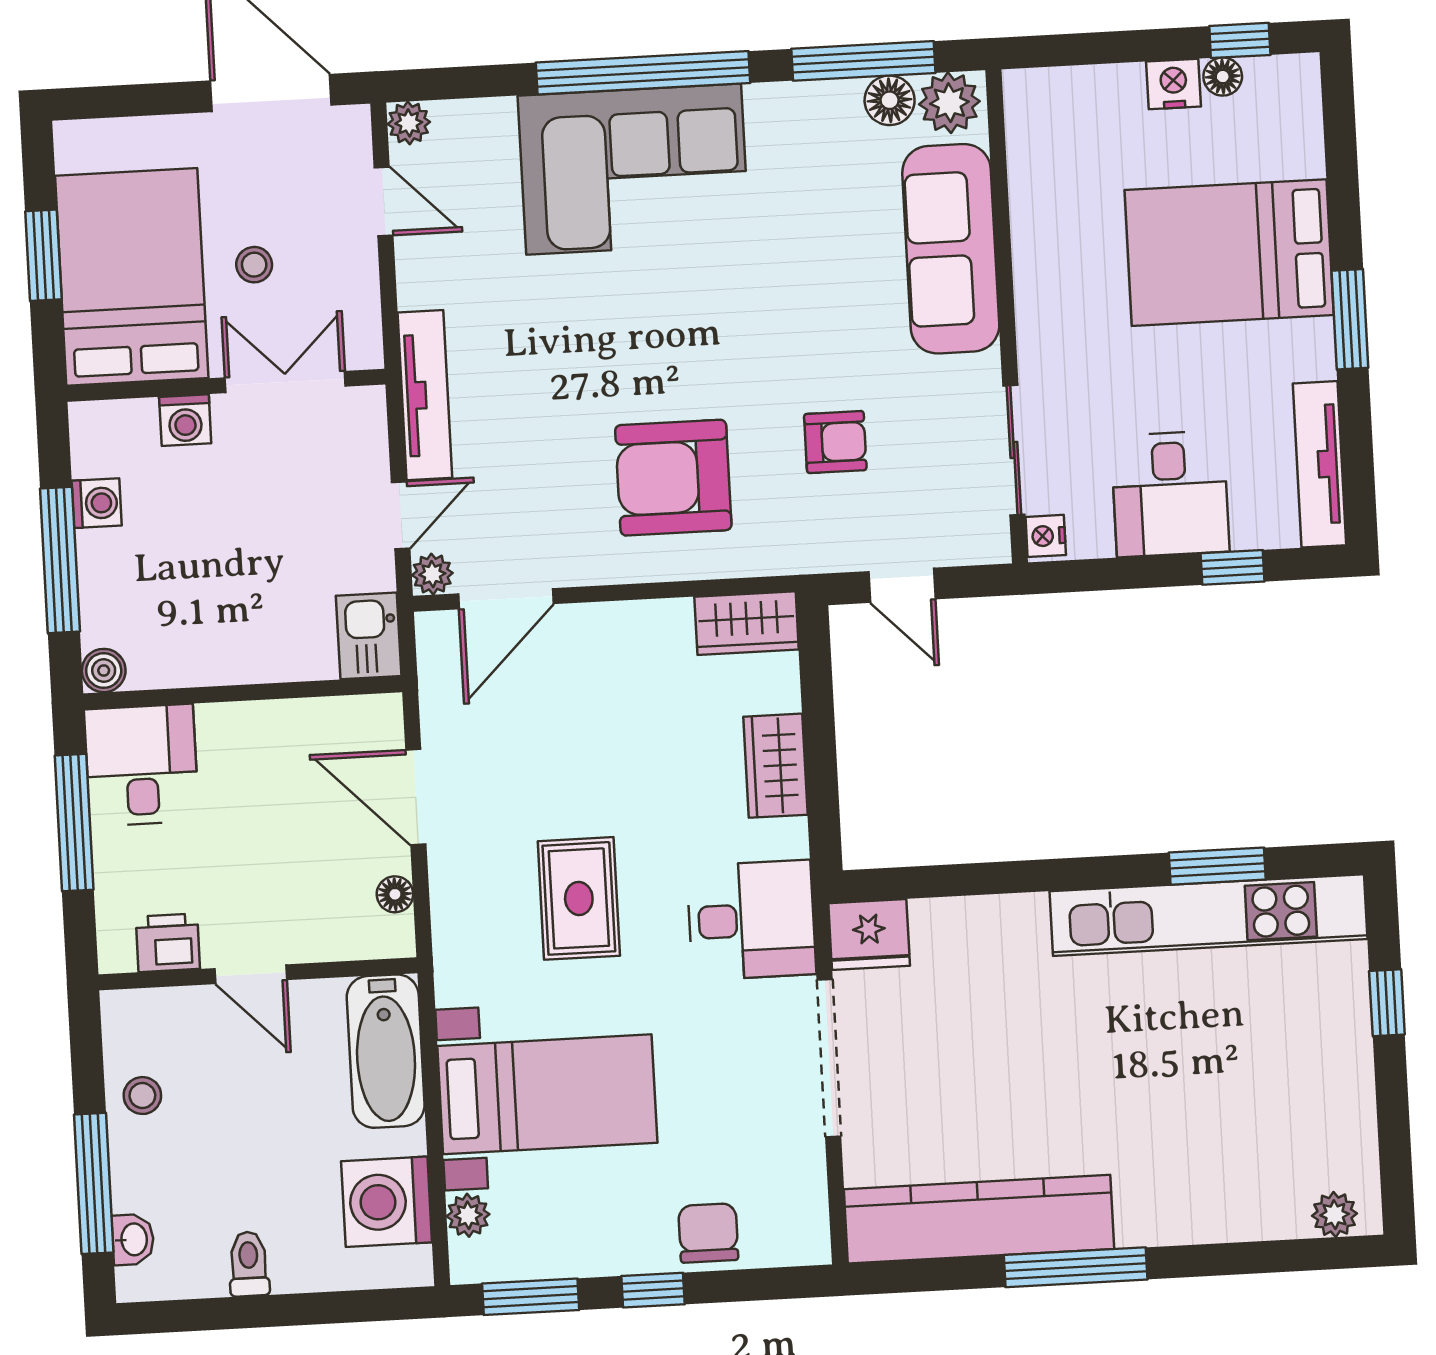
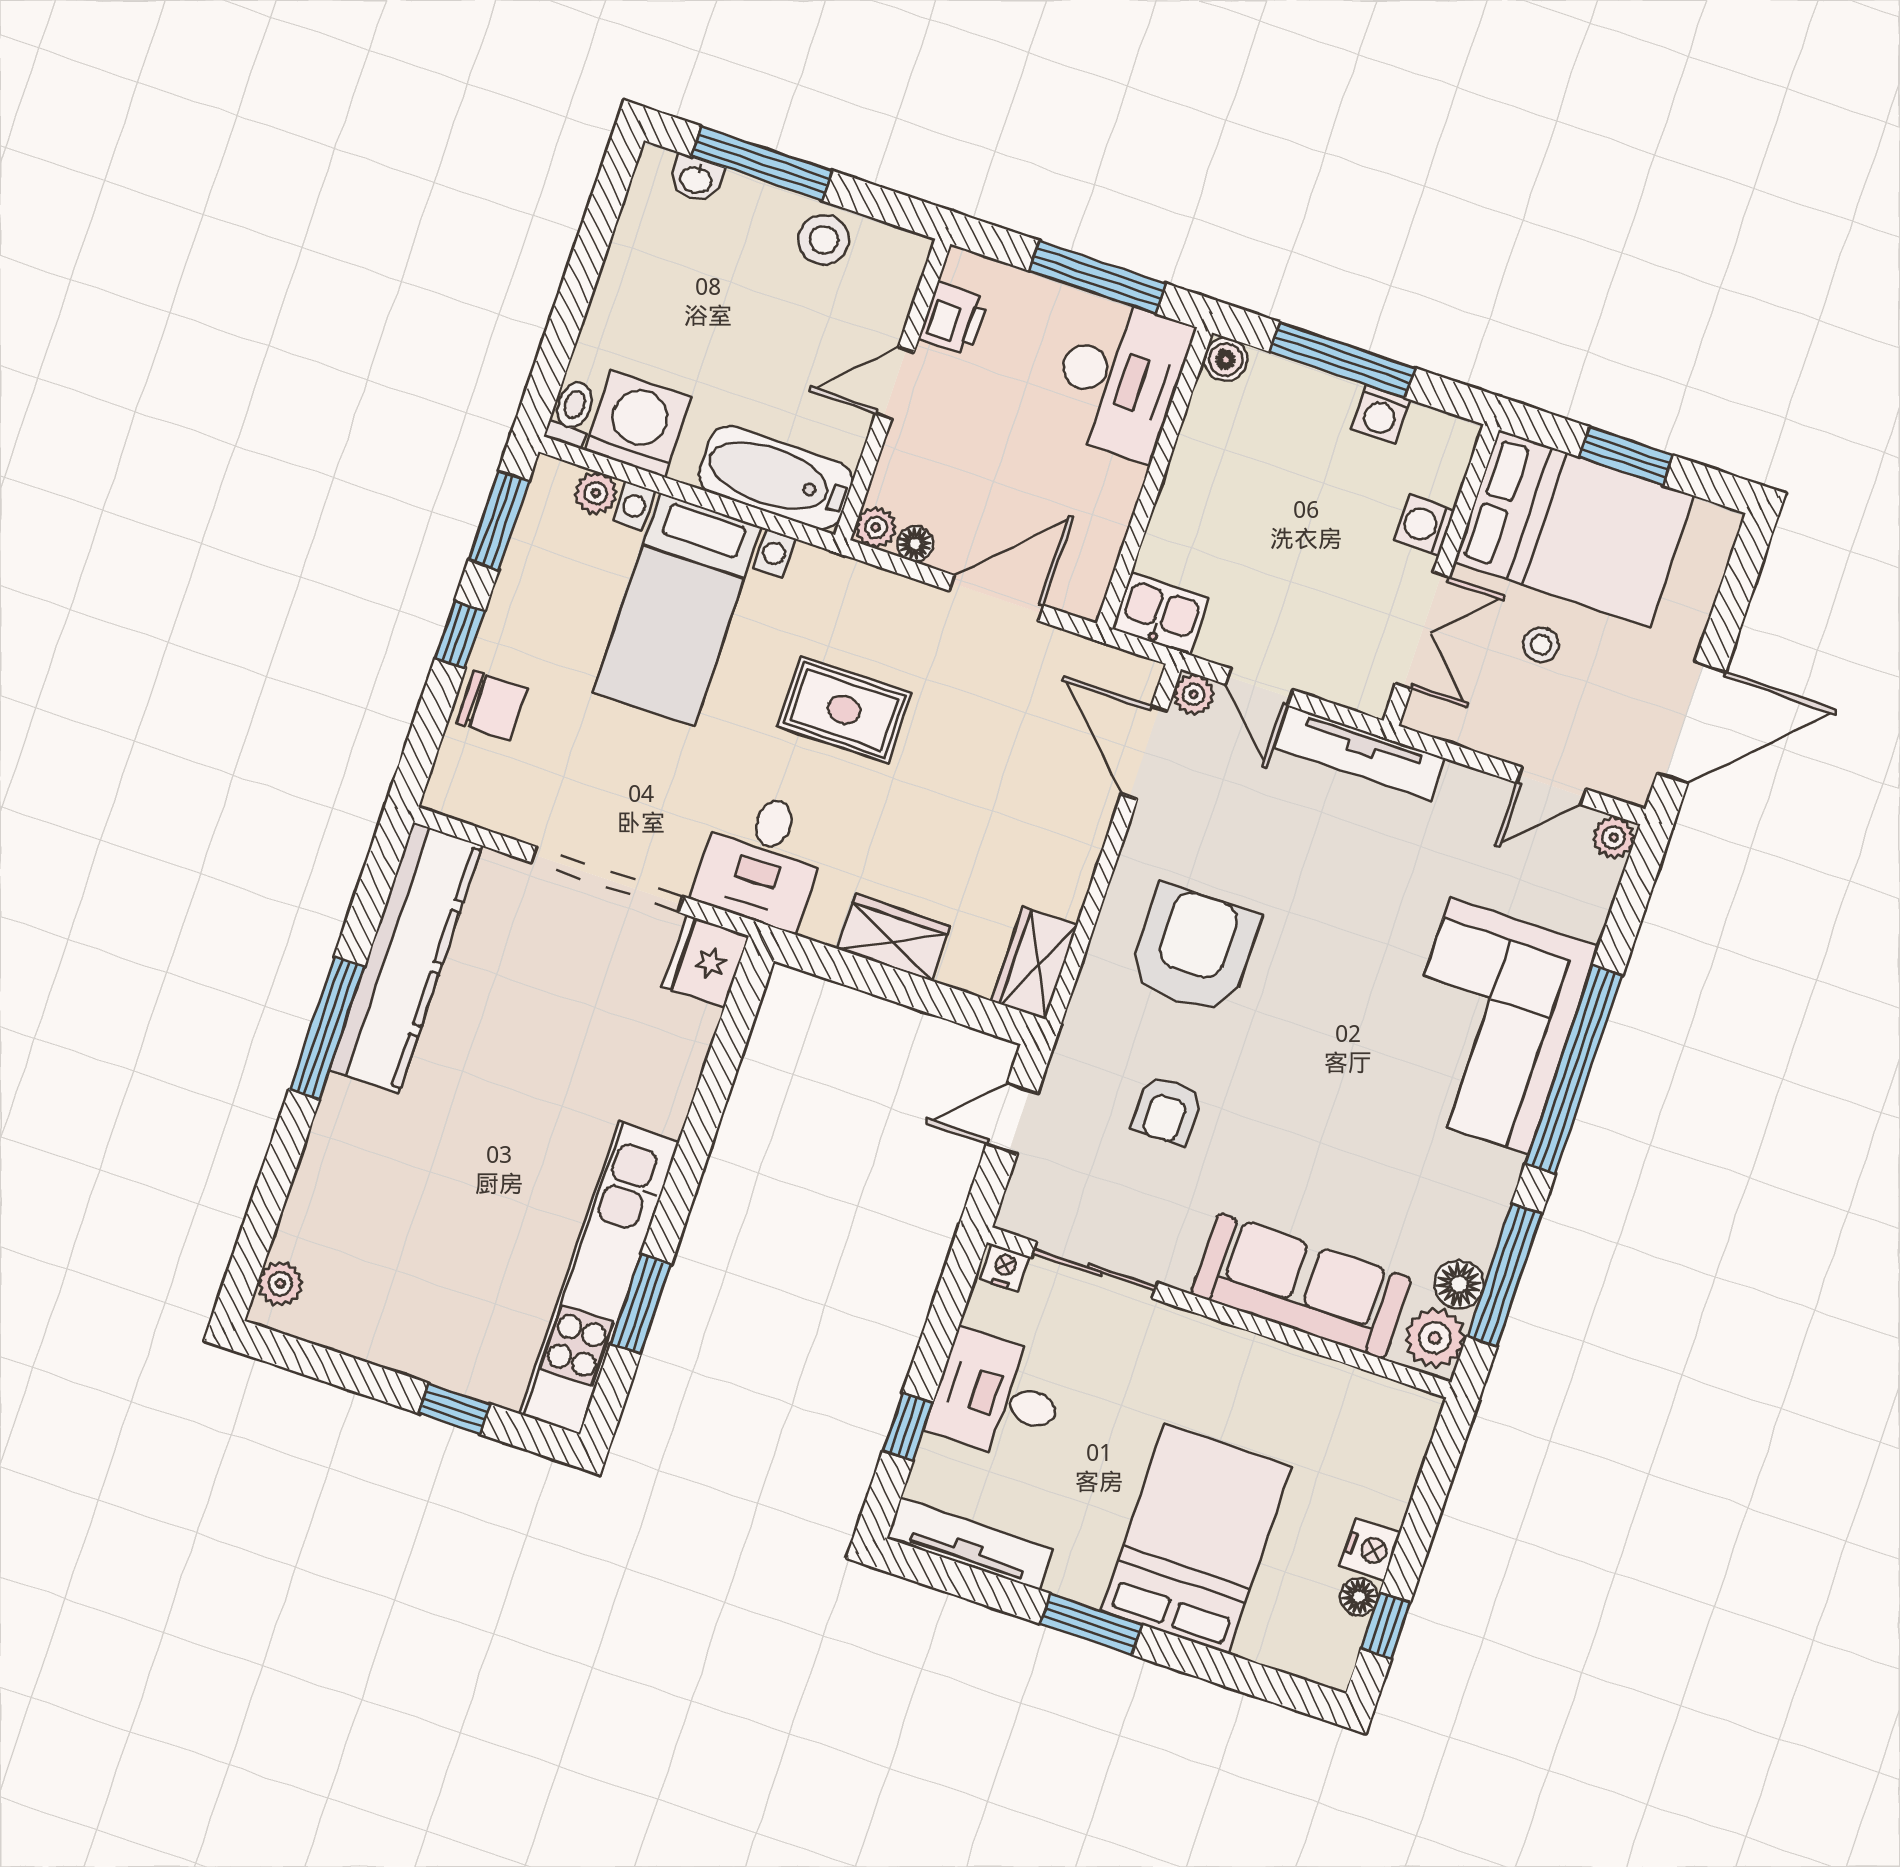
desk: (141, 765) -> (1119, 378), width x1.37
plant: (395, 938) -> (876, 527), added
stool: (142, 1096) -> (824, 240), width x1.37, depth x1.37
toilet: (249, 1264) -> (572, 413), moved, turned -90

